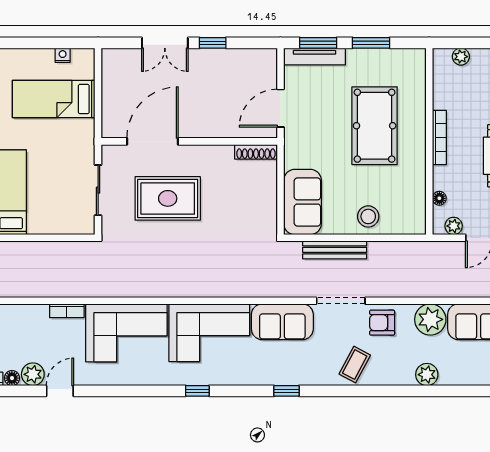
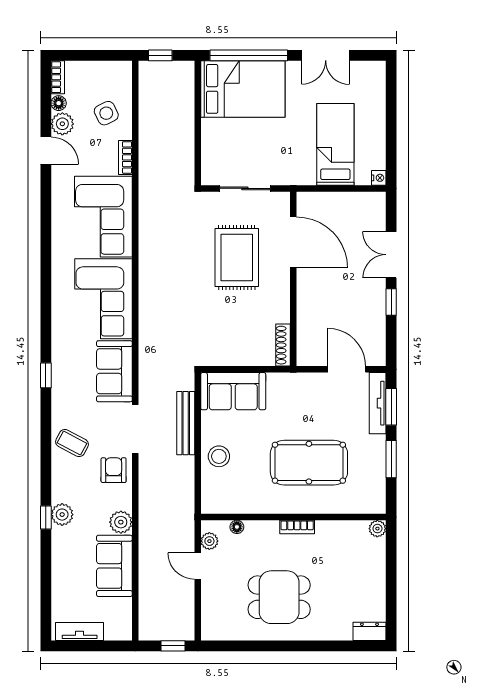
nightstand: (63, 55) -> (379, 178), moved
plant: (461, 57) -> (377, 529), moved
door: (280, 108) -> (347, 369), moved
bookcase: (439, 138) -> (297, 527), width x0.64
plant: (430, 319) -> (121, 522), width x0.73, depth x0.73
side table: (22, 330) -> (106, 113), added
window: (197, 391) -> (46, 518), moved

